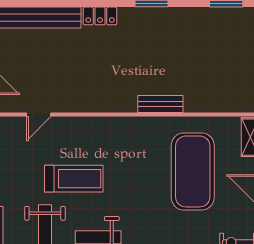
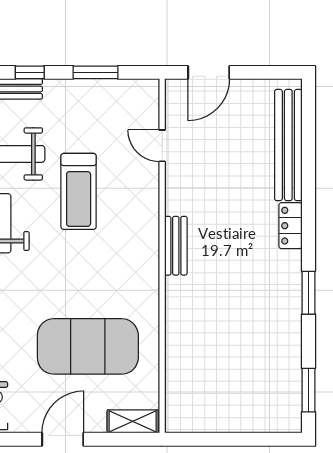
bench: (160, 104) -> (176, 246), moved

